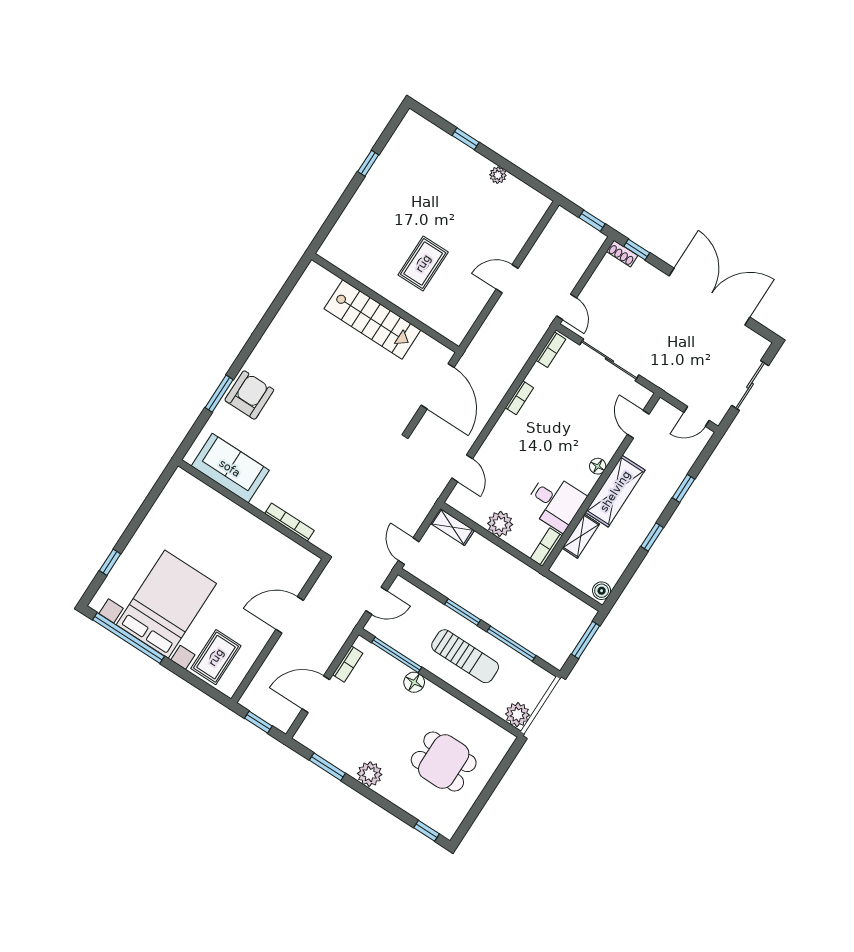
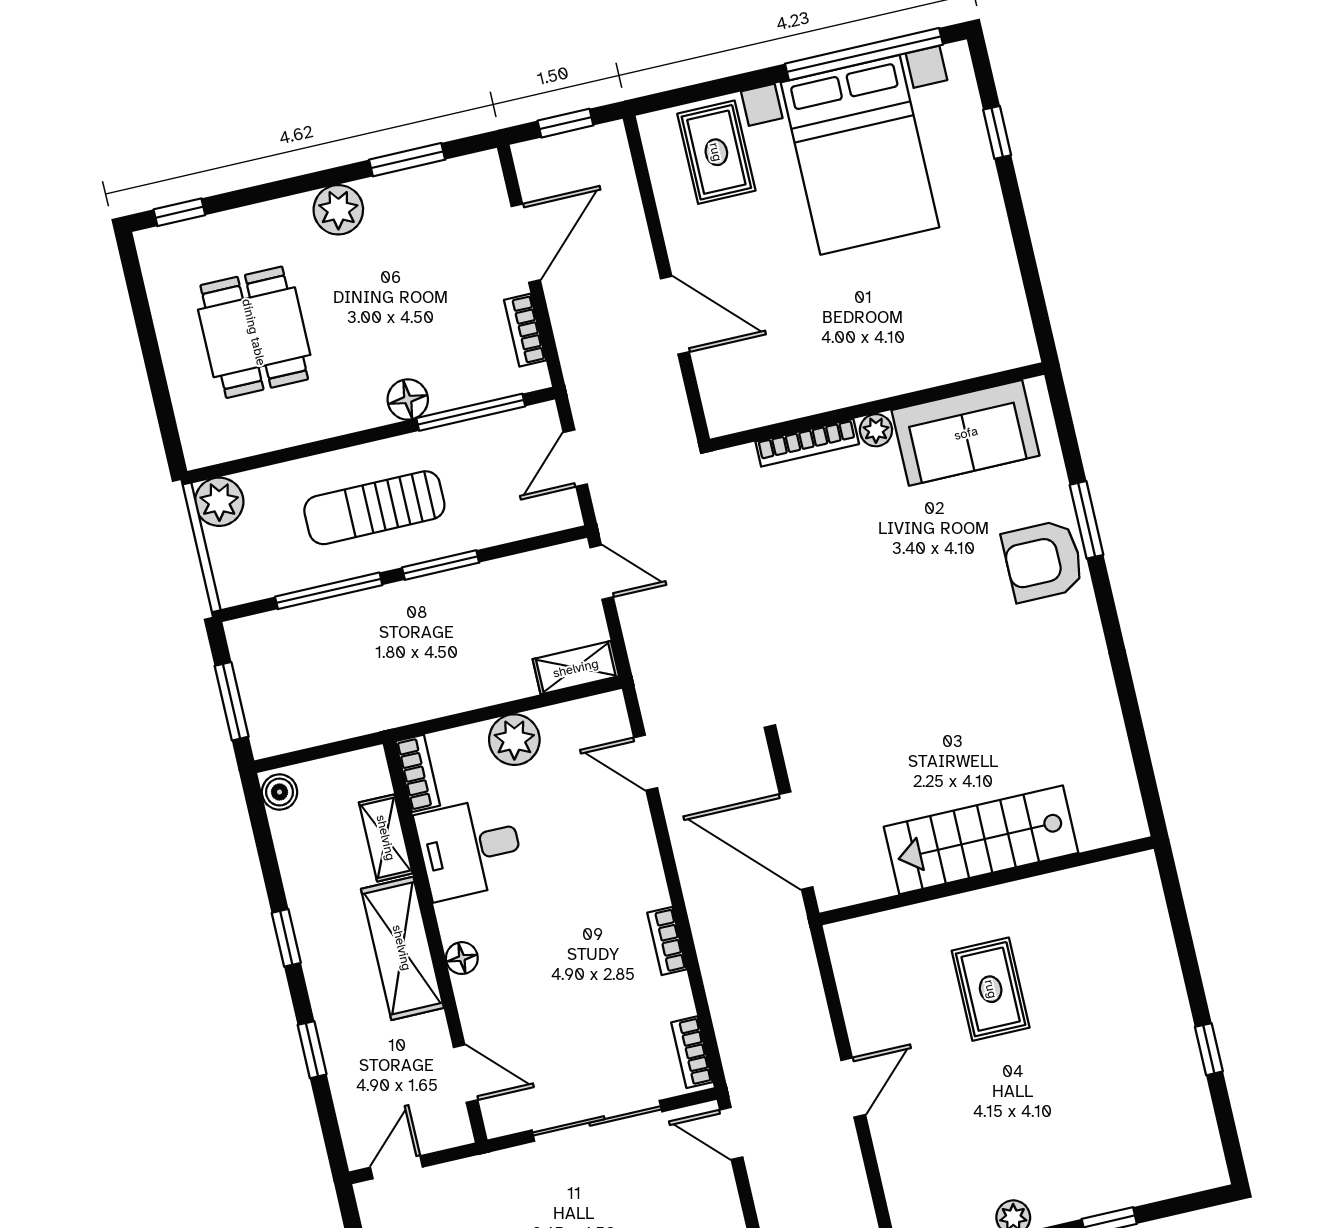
armchair: (249, 395) -> (1043, 561), turned 90
plant: (261, 502) -> (876, 430), added
door: (290, 615) -> (675, 315), hinge flipped
dining table: (444, 761) -> (254, 332), turned 90

